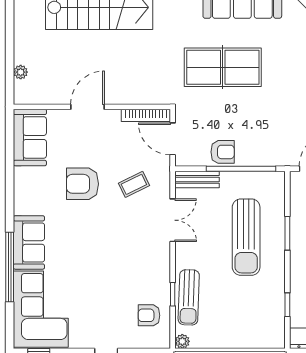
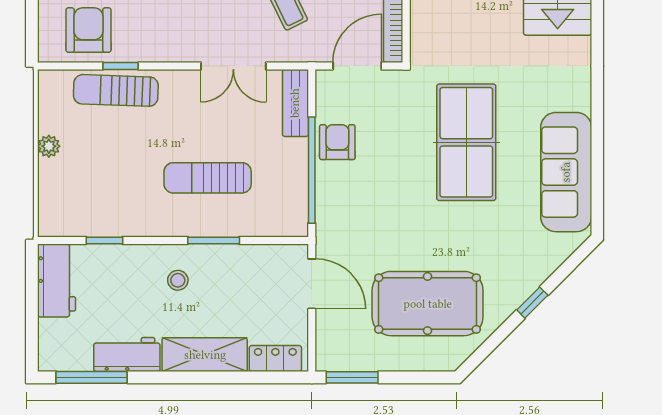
armchair: (223, 152) -> (337, 142), turned 180
sun lounger: (246, 237) -> (208, 178), width x0.73, depth x0.75
armchair: (149, 315) -> (88, 30), width x1.38, depth x1.38
plant: (182, 341) -> (49, 146), moved

